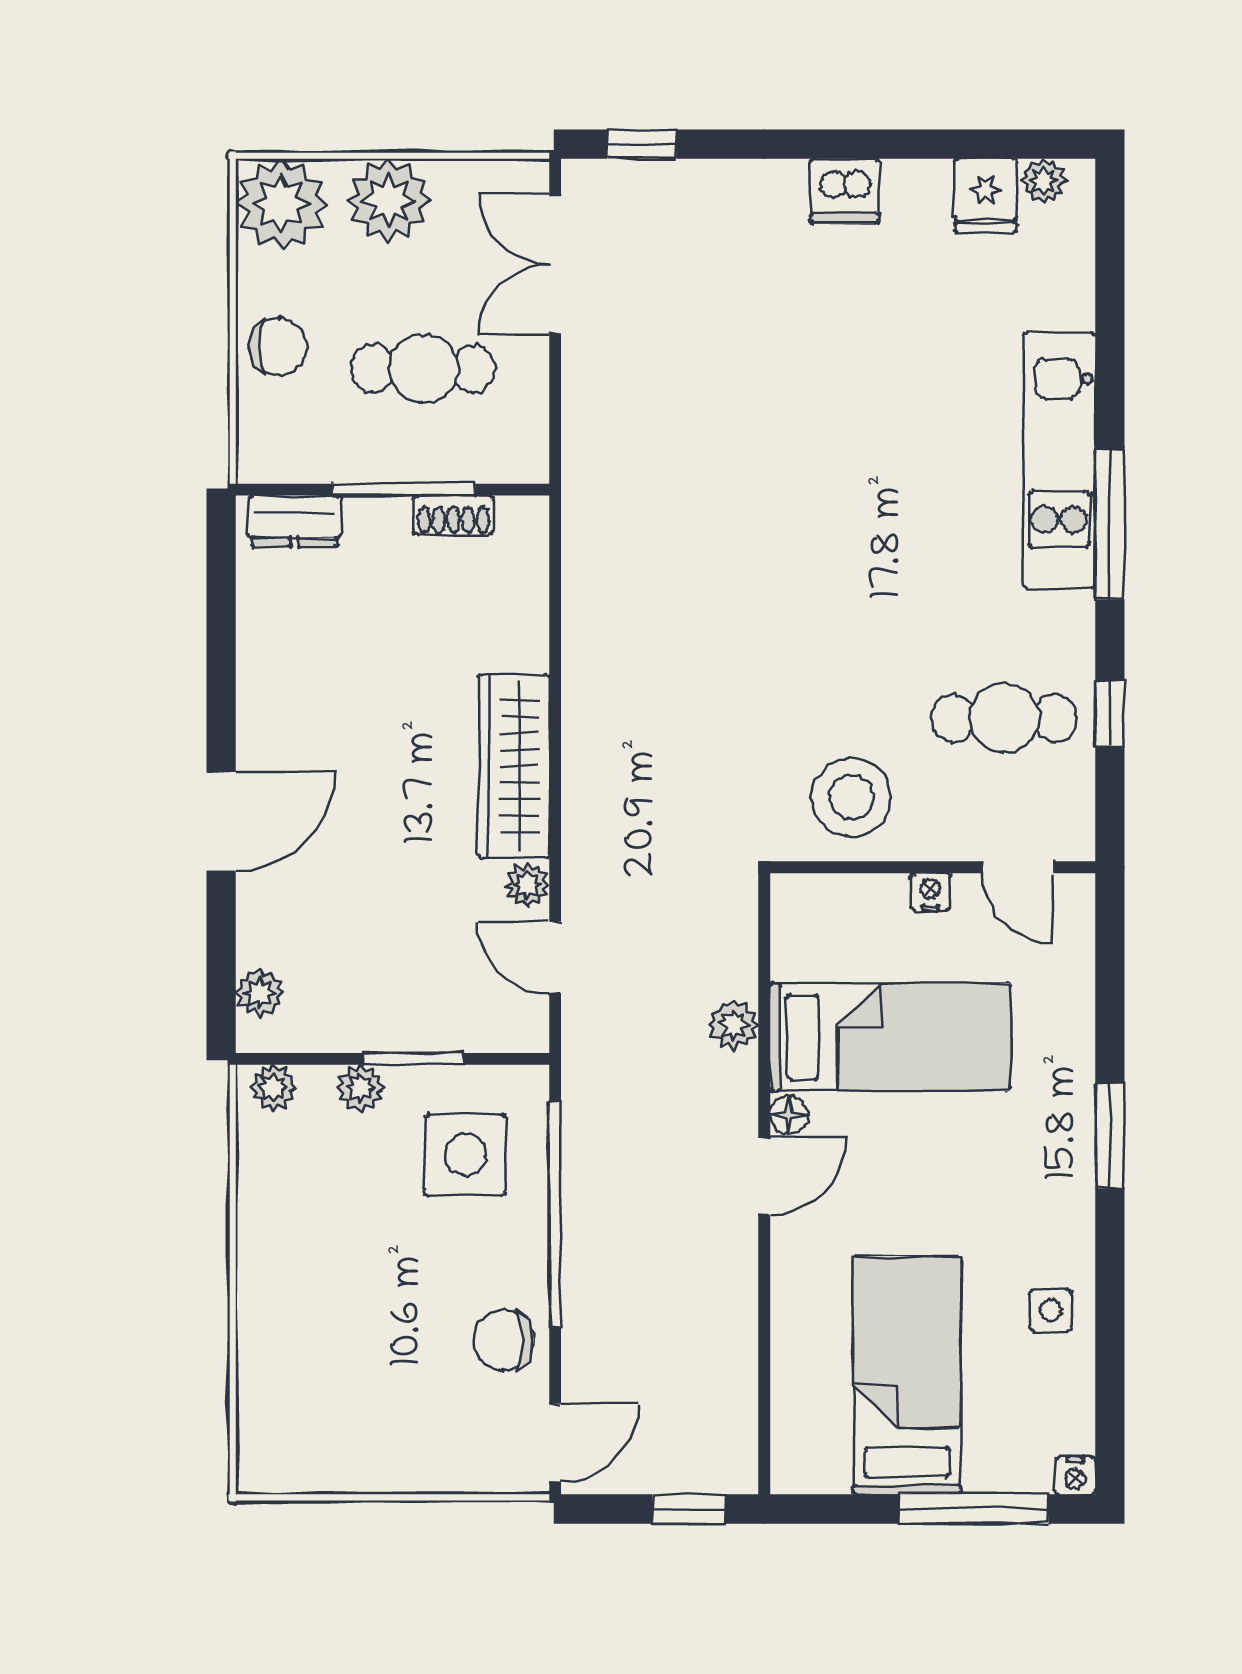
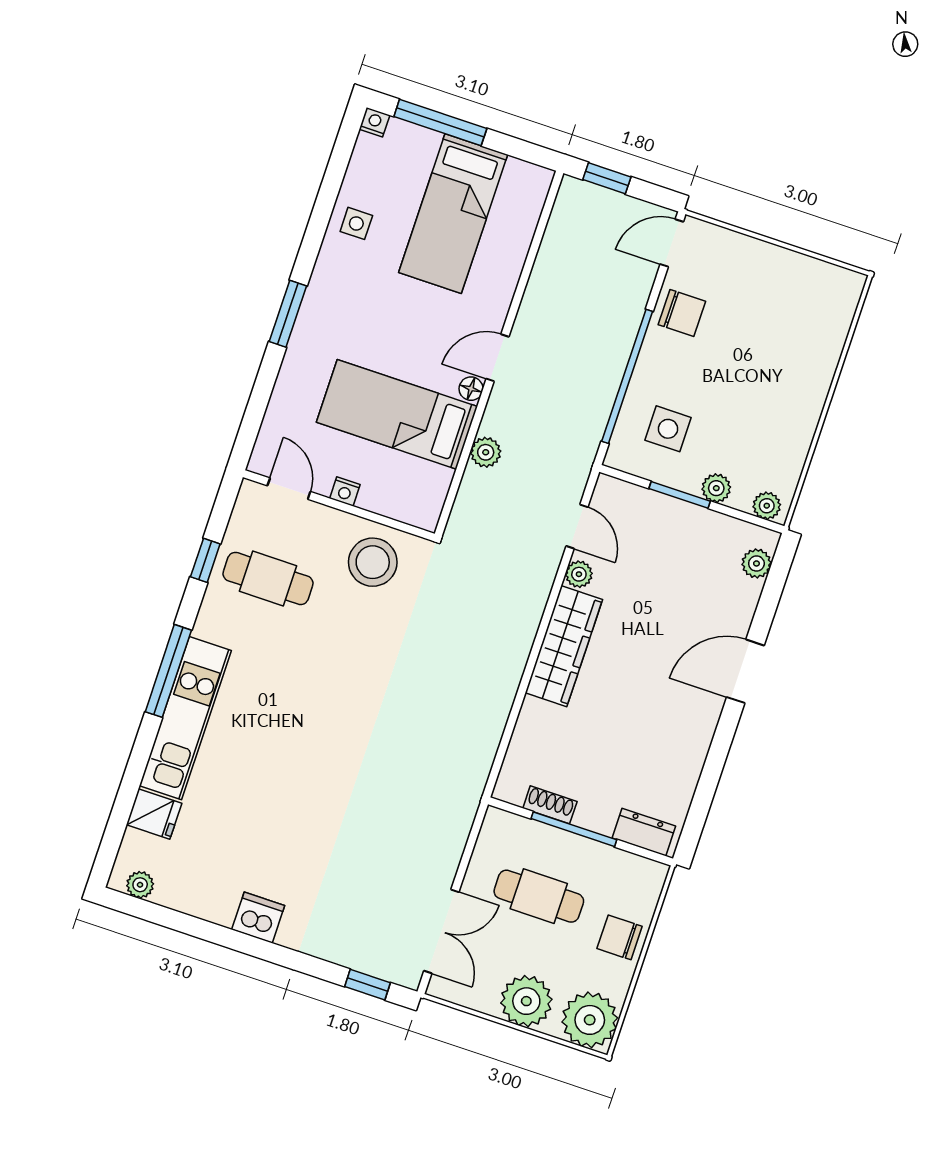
fridge: (986, 196) -> (154, 814), moved, turned 90
side table: (465, 1155) -> (668, 429), width x0.73, depth x0.73

